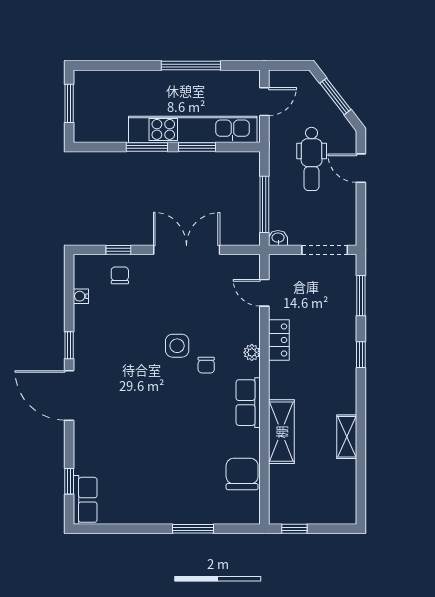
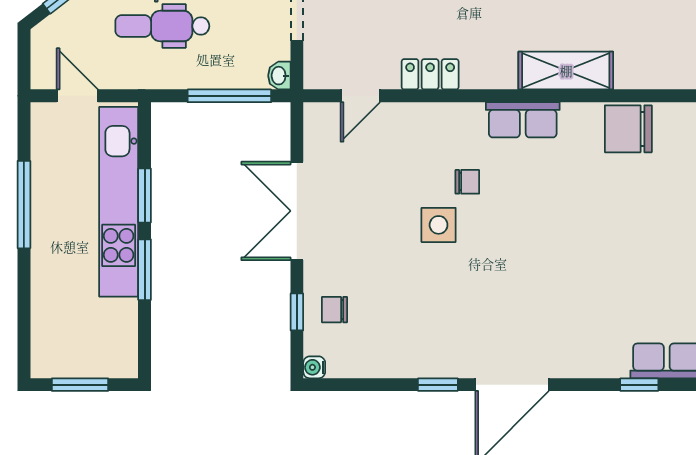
dental chair: (312, 159) -> (162, 26), turned 180
water cooler: (81, 296) -> (314, 367), moved, turned 90
plant: (252, 352) -> (449, 114), removed

